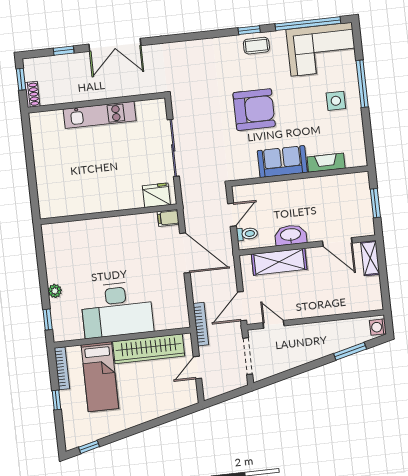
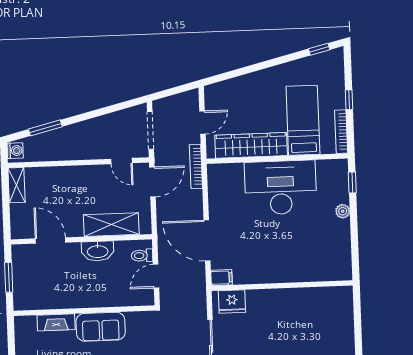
shelving: (370, 258) -> (17, 185), moved

